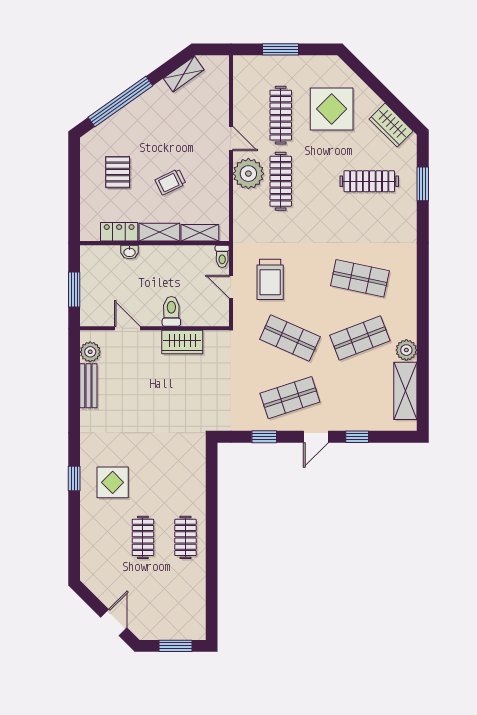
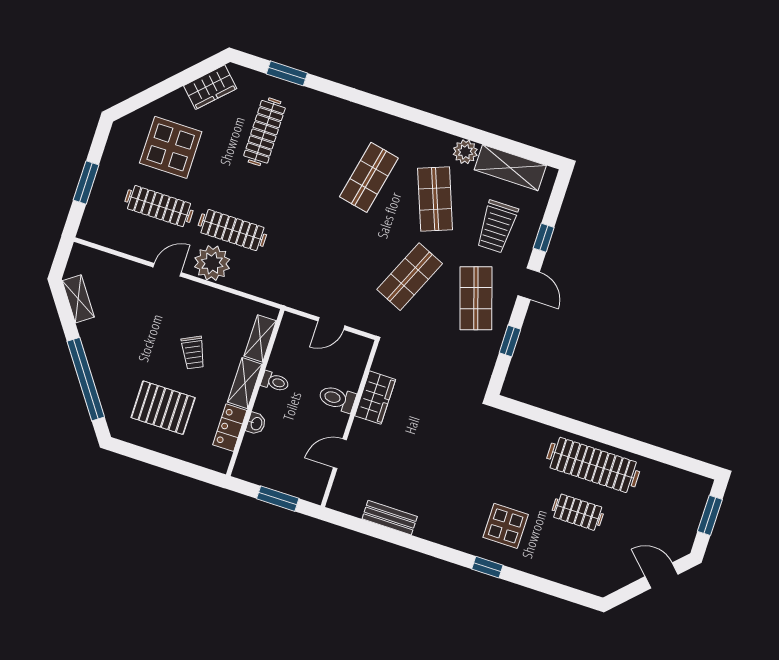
pallet: (118, 172) -> (163, 408), width x1.50, depth x1.42
toilet: (222, 256) -> (275, 382), moved
trolley: (270, 279) -> (497, 227), moved, turned 90
plant: (90, 352) -> (353, 503), removed
clothes rail: (185, 537) -> (593, 465), width x1.86, depth x1.31

